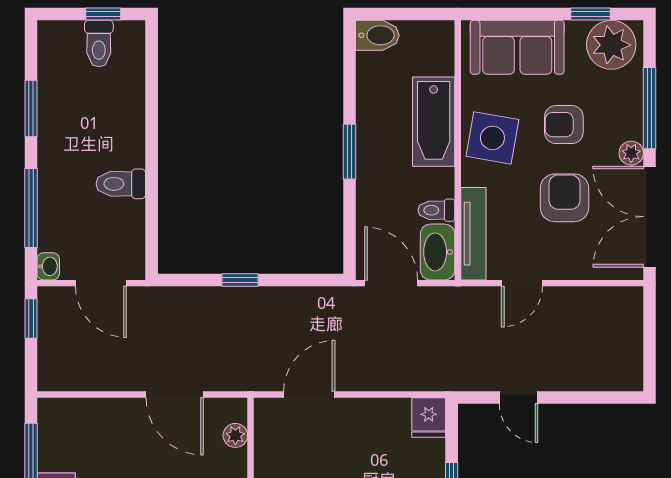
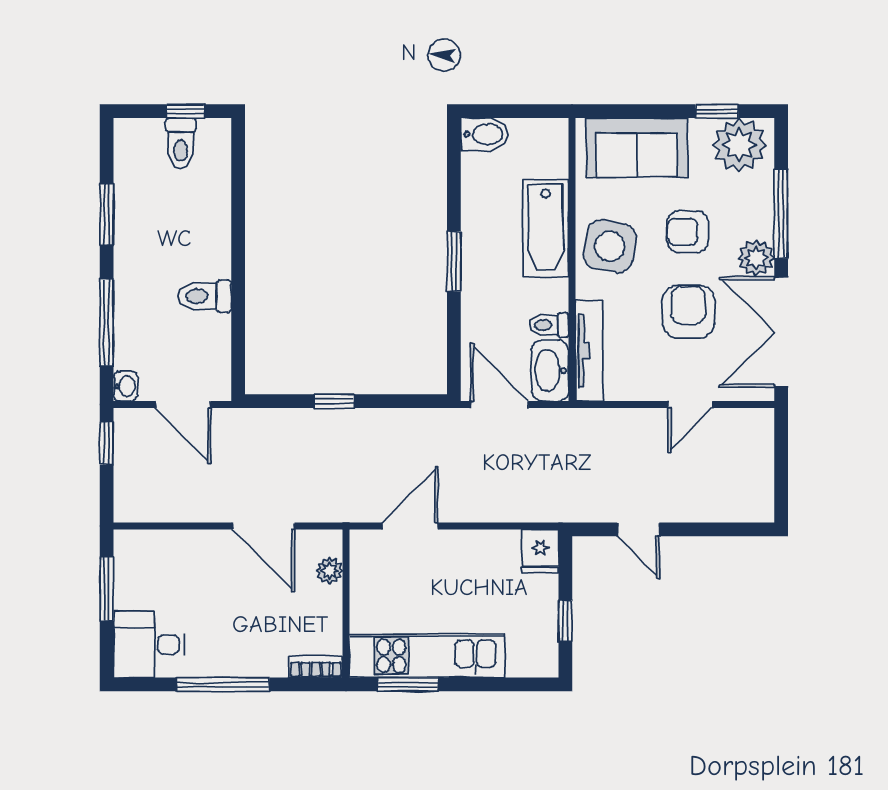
plant: (631, 153) -> (756, 258), width x1.38, depth x1.38
door: (522, 283) -> (690, 405), moved

